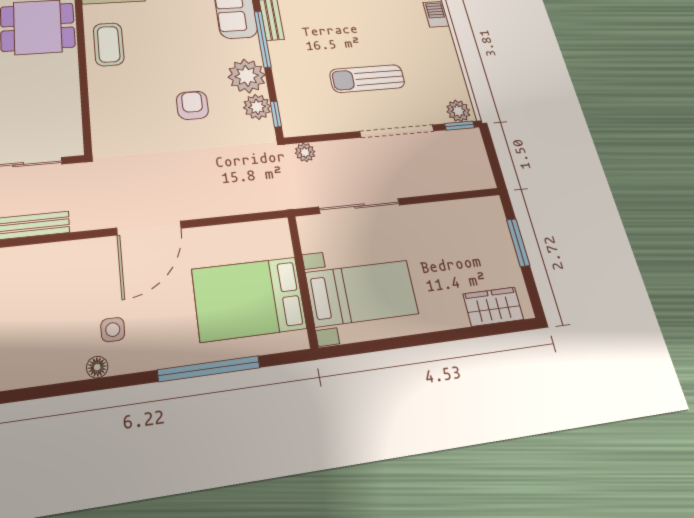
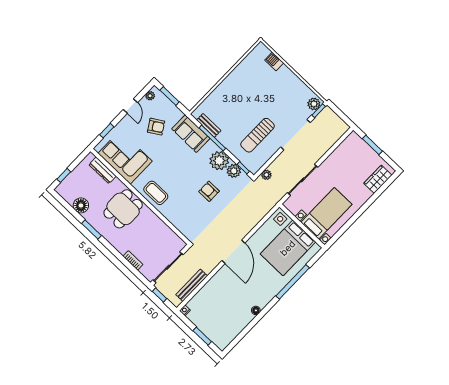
sun lounger: (367, 78) -> (258, 135), moved
side table: (113, 330) -> (280, 219), moved

